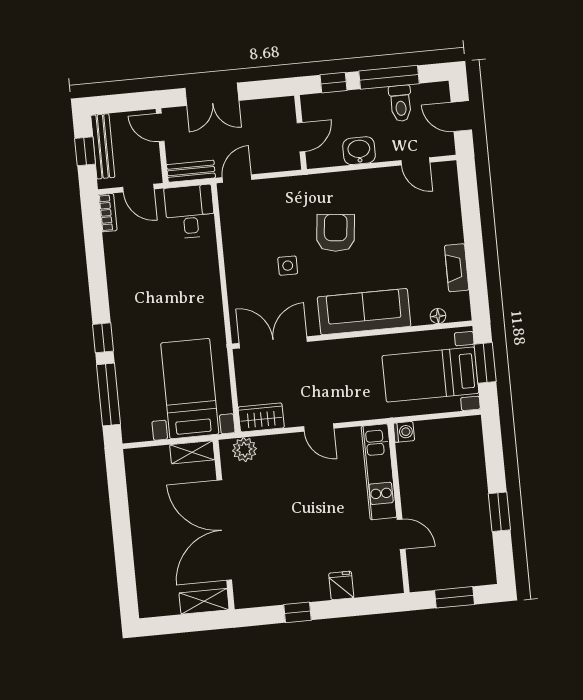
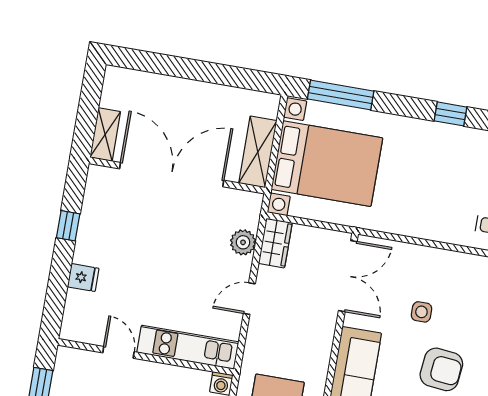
window: (103, 338) -> (450, 114), moved
bed with nightstands: (190, 389) -> (327, 164), width x1.36
plant: (244, 450) -> (243, 242), moved
shelving: (192, 452) -> (258, 152), width x1.50, depth x1.33
door: (401, 534) -> (118, 352), swing flipped

